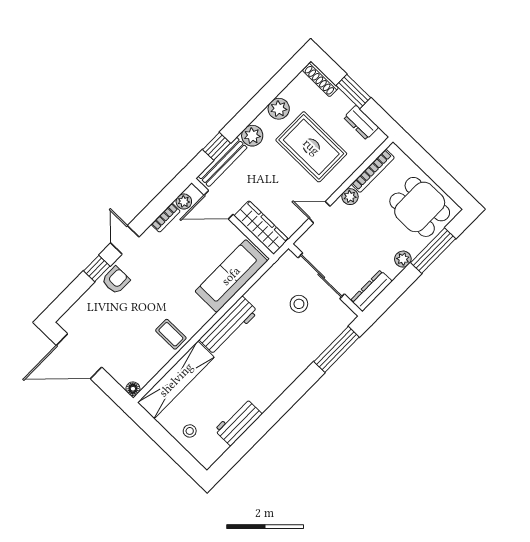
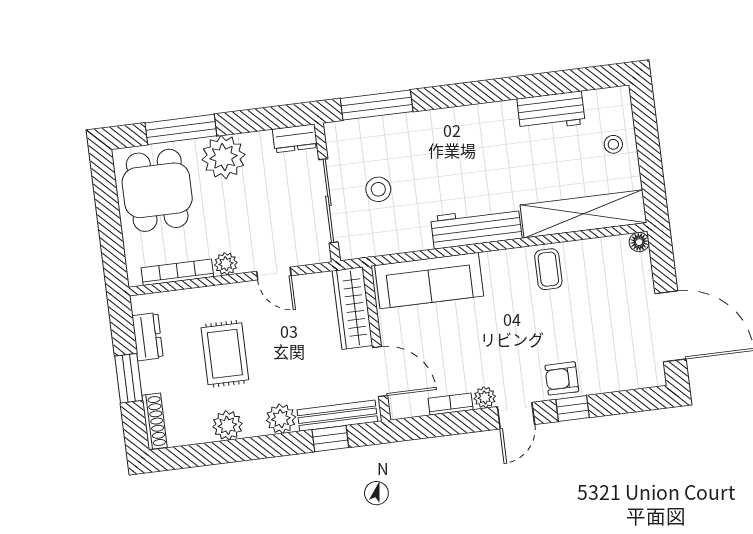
rug: (311, 147) -> (225, 354), width x0.73, depth x0.70
plant: (184, 201) -> (485, 397), moved
plant: (403, 259) -> (224, 157), width x1.88, depth x1.88
dresser: (371, 291) -> (295, 138), width x0.70

